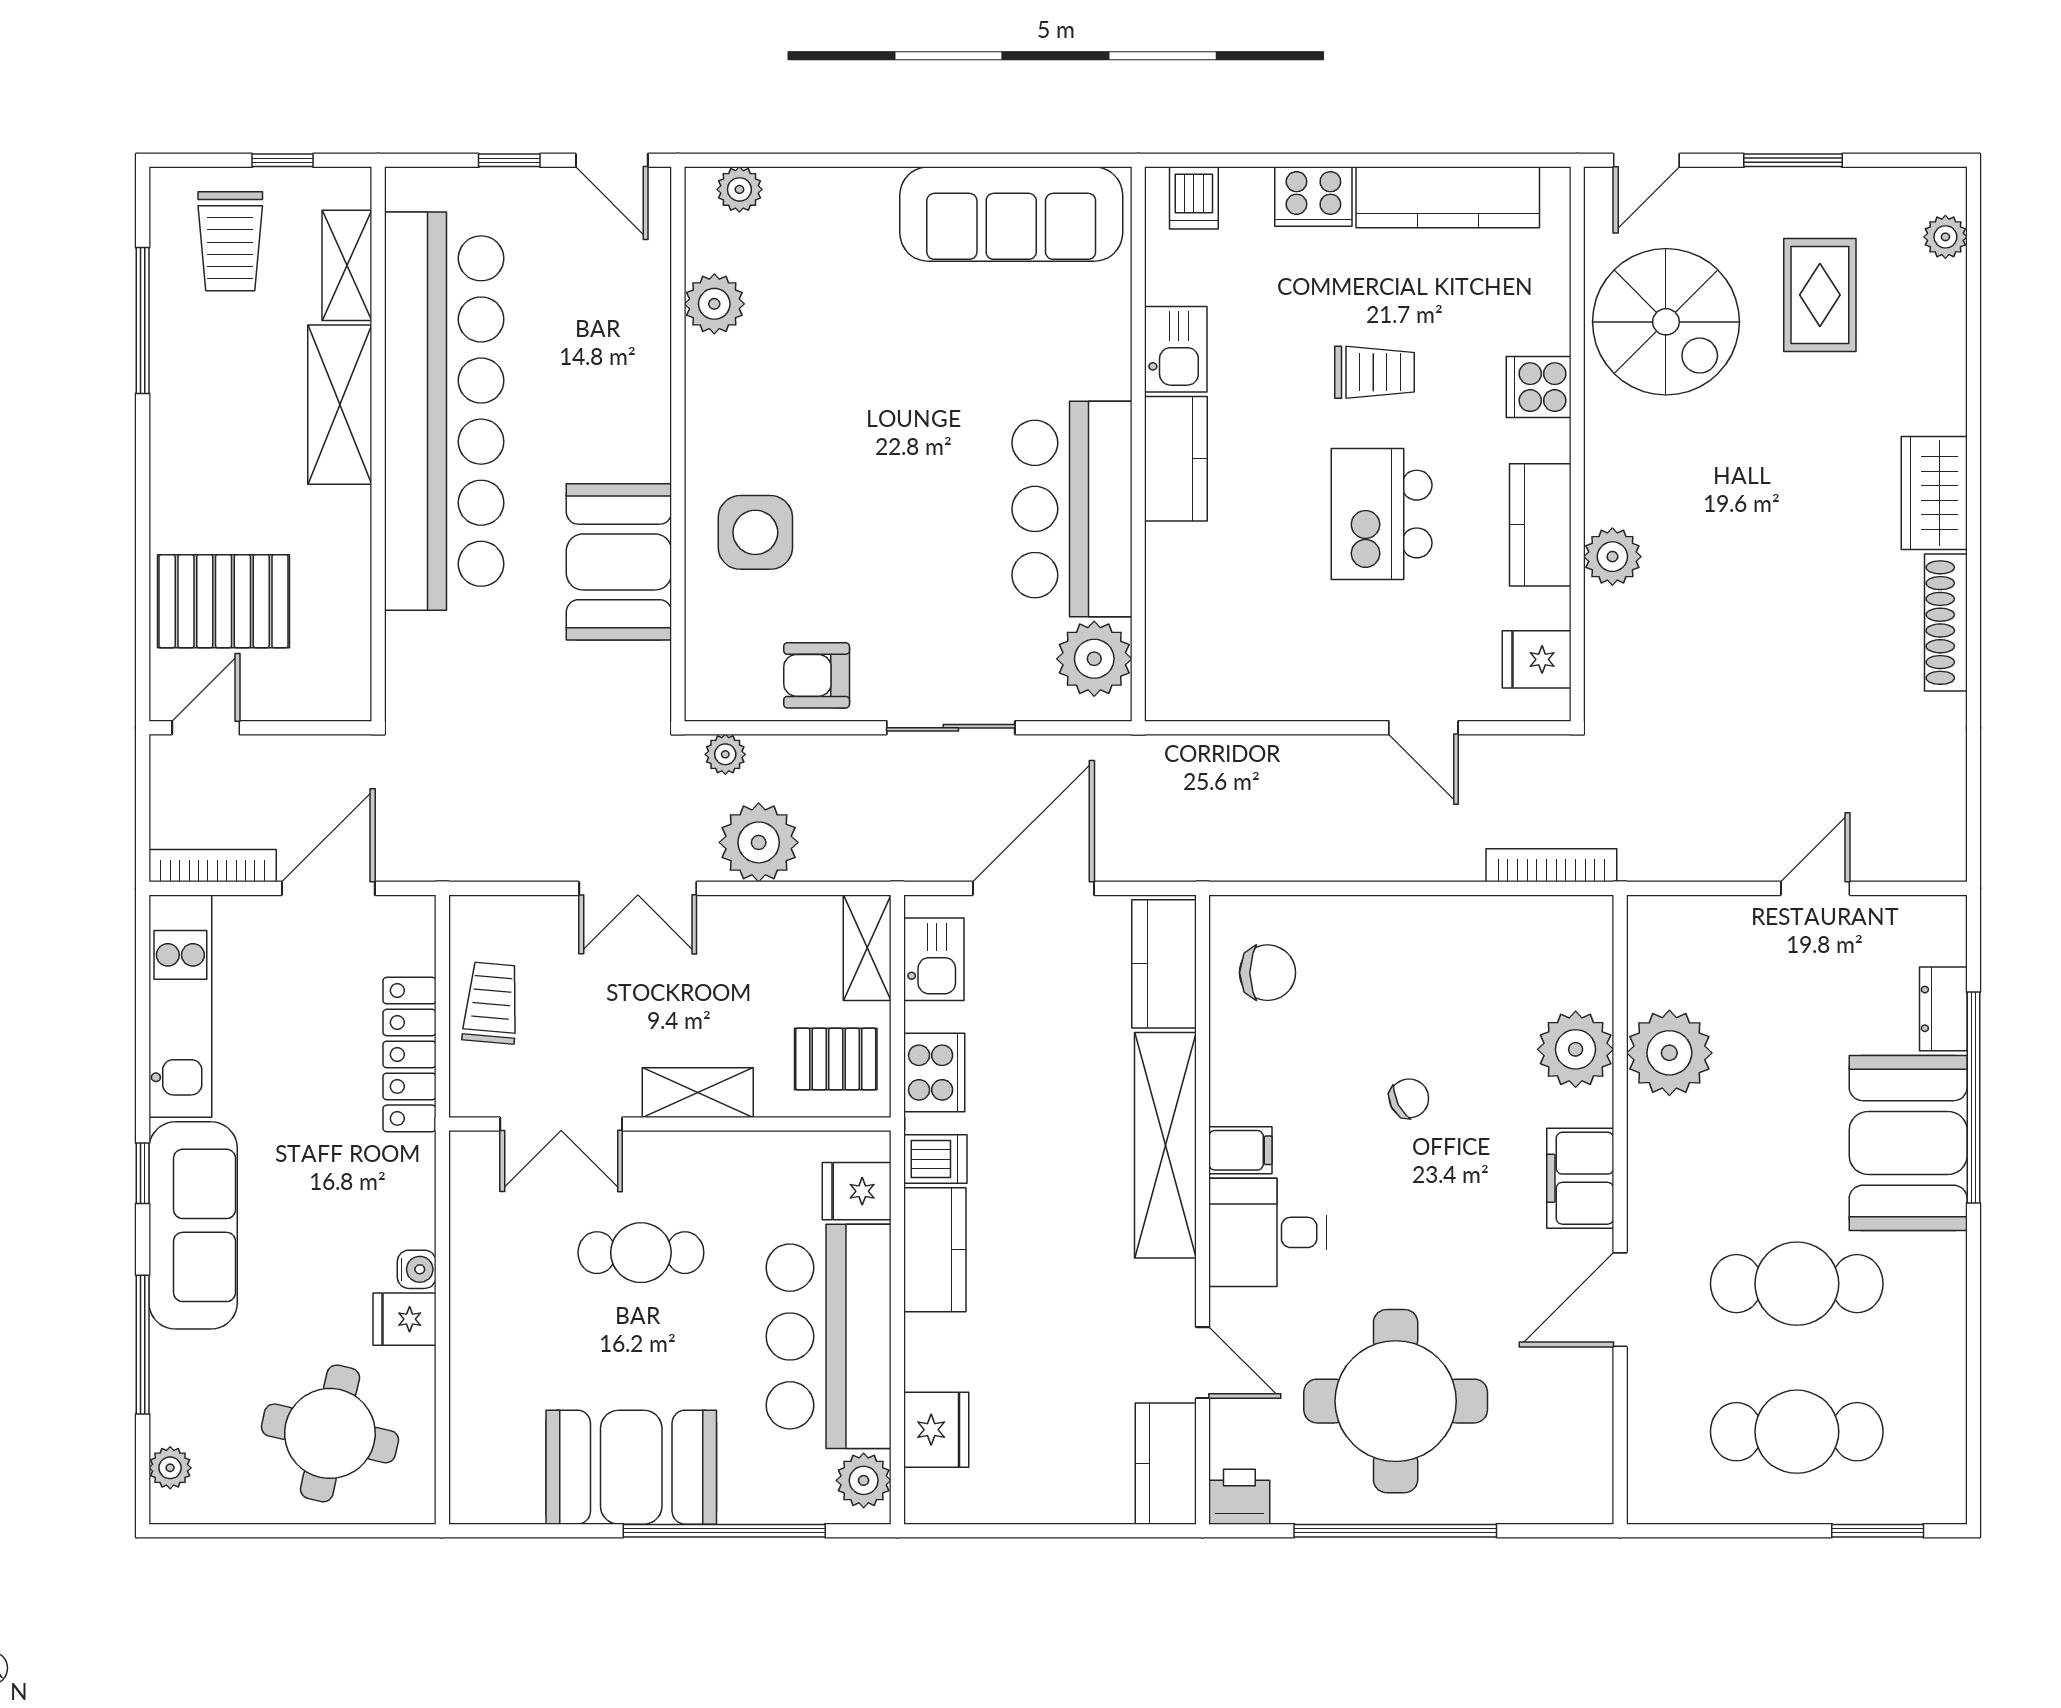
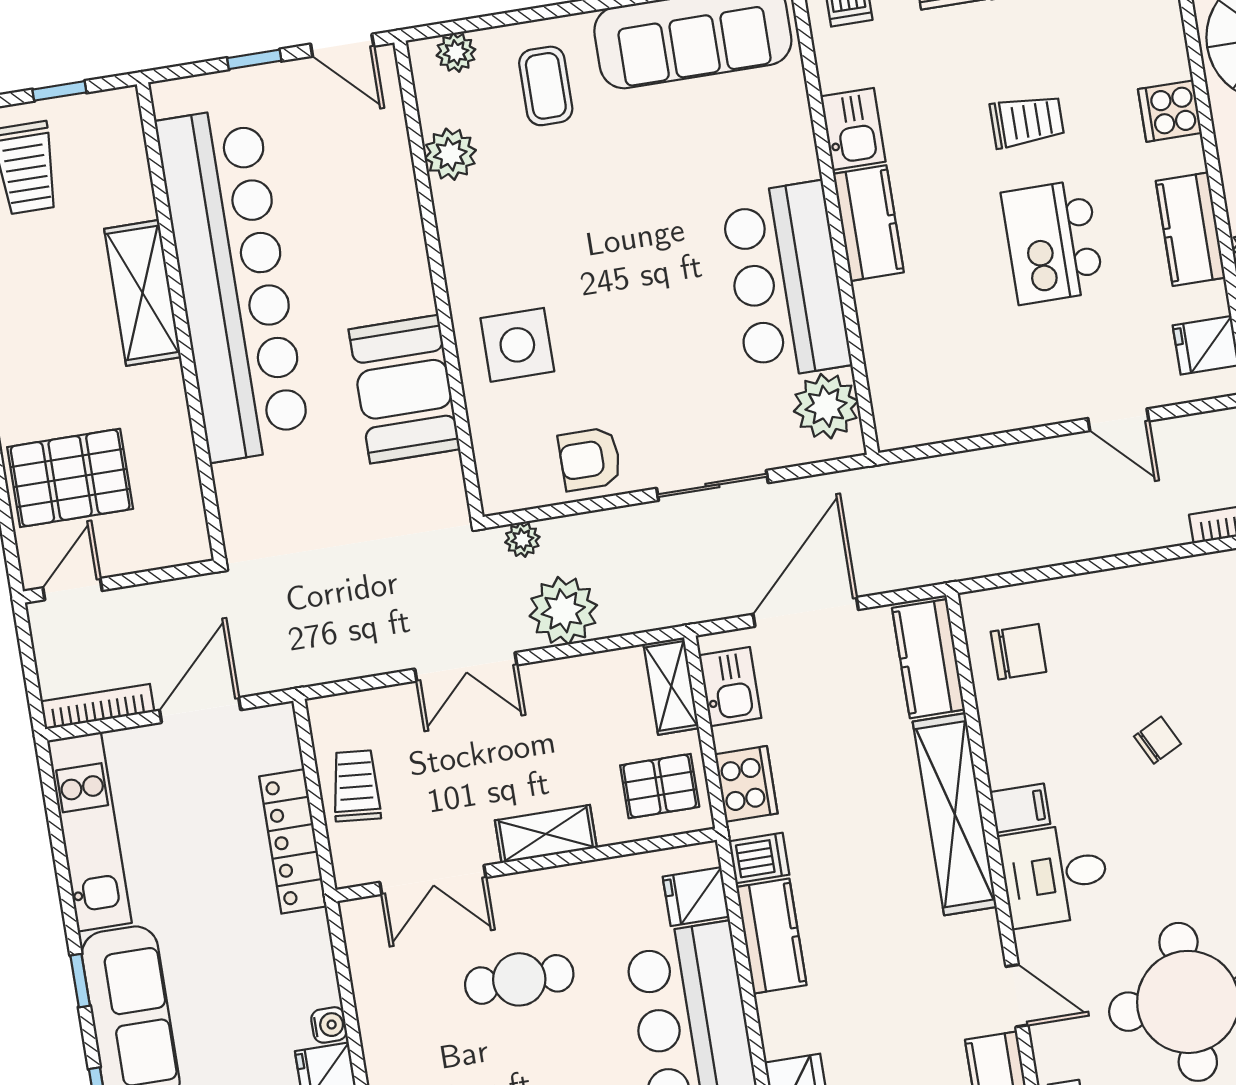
coffee table: (835, 244) -> (546, 86), added
shelving: (347, 265) -> (129, 172), removed

